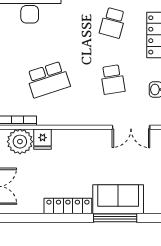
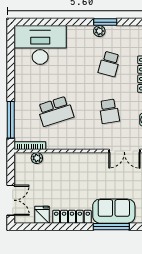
fridge: (43, 139) -> (42, 215), moved, turned 180
plant: (20, 142) -> (37, 158), width x0.53, depth x0.53

